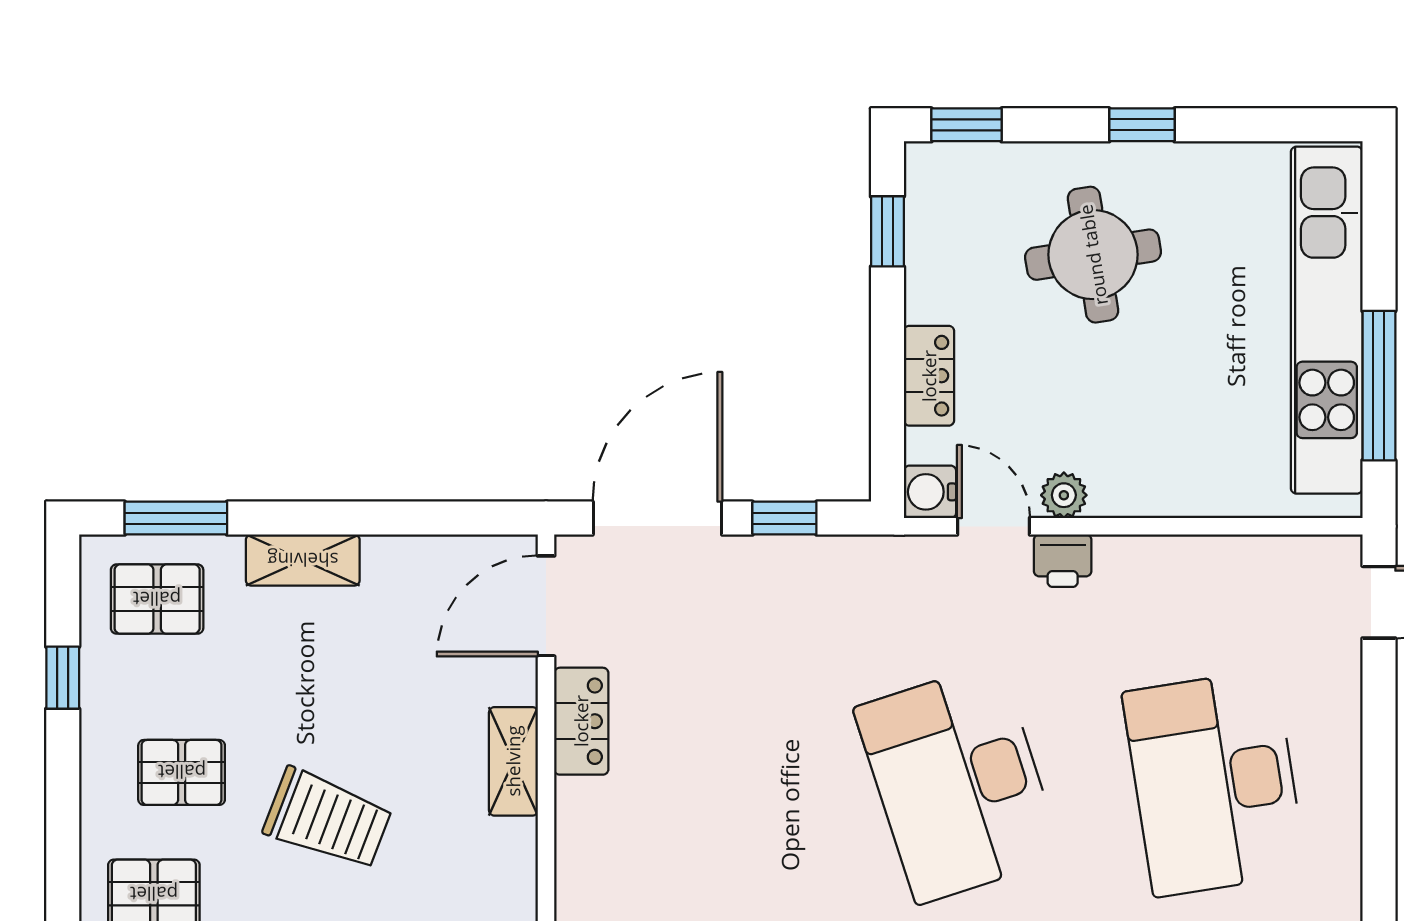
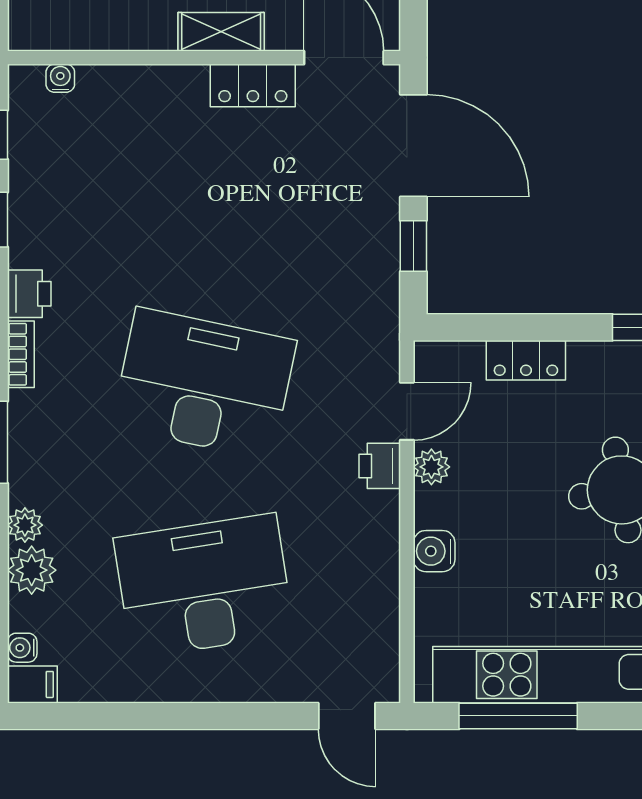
water cooler: (930, 492) -> (434, 551), moved, turned -90
desk: (958, 783) -> (204, 384), turned 30

